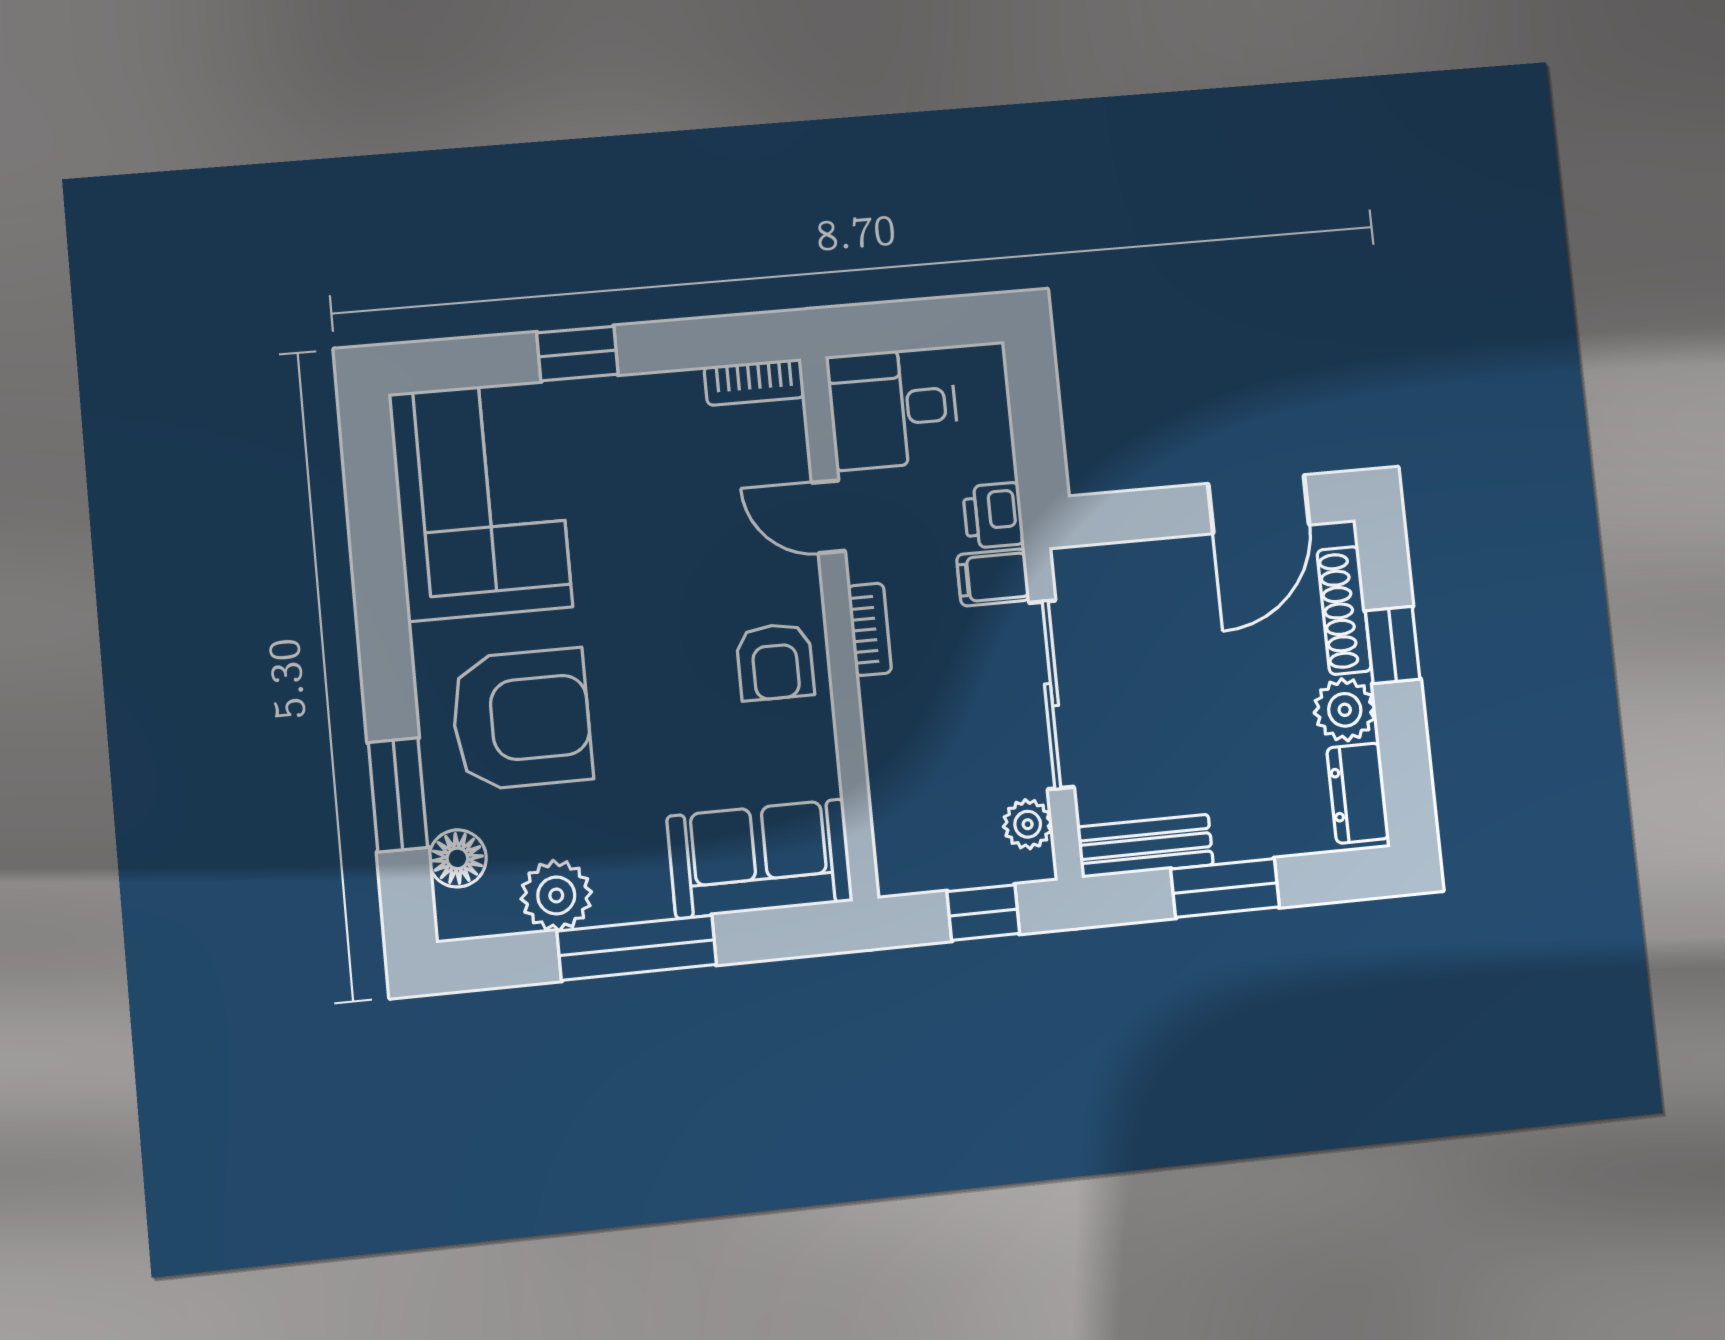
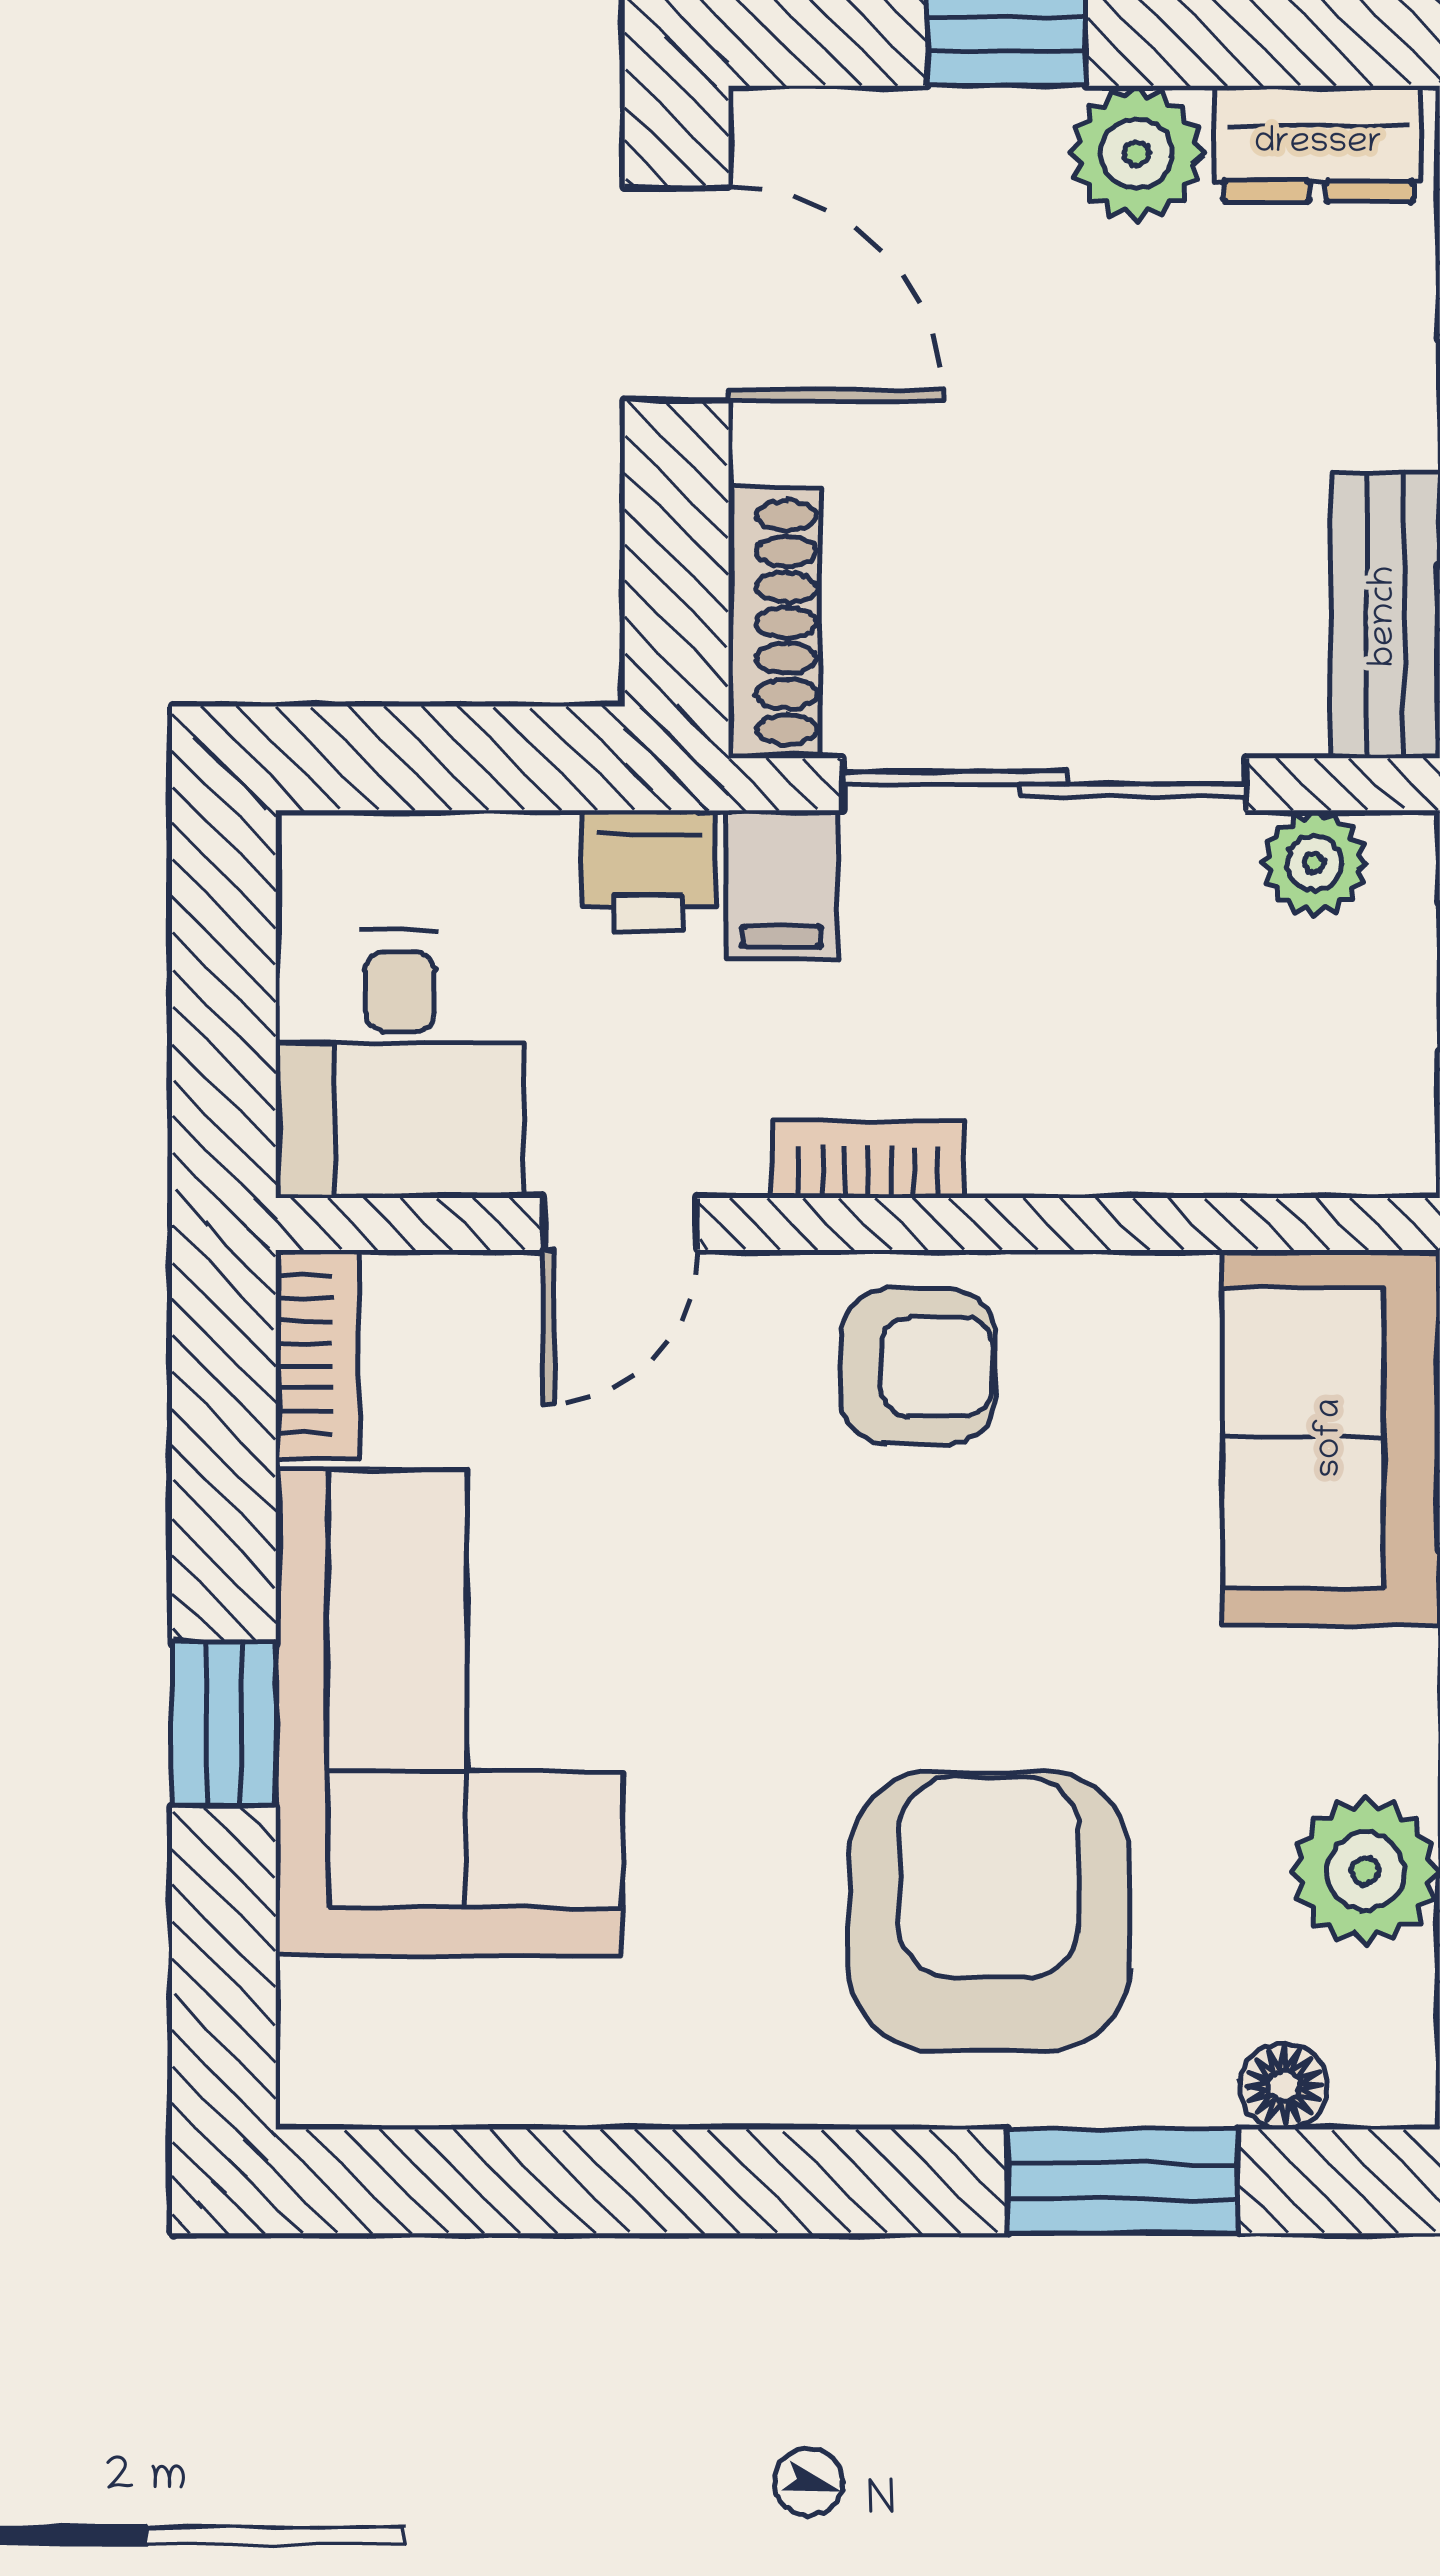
corner sofa: (480, 500) -> (449, 1713), moved, turned 90
shoe rack: (1344, 610) -> (774, 623), moved, turned -90
floor lamp: (457, 858) -> (1284, 2086), width x0.73, depth x0.73

